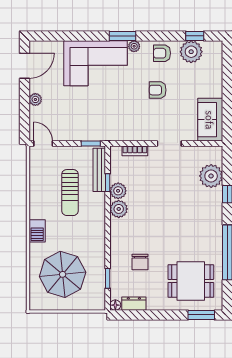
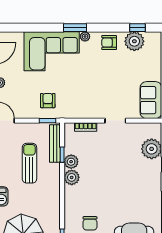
armchair: (158, 90) -> (48, 101), moved, turned 90
sun lounger: (70, 193) -> (29, 163), turned 180

